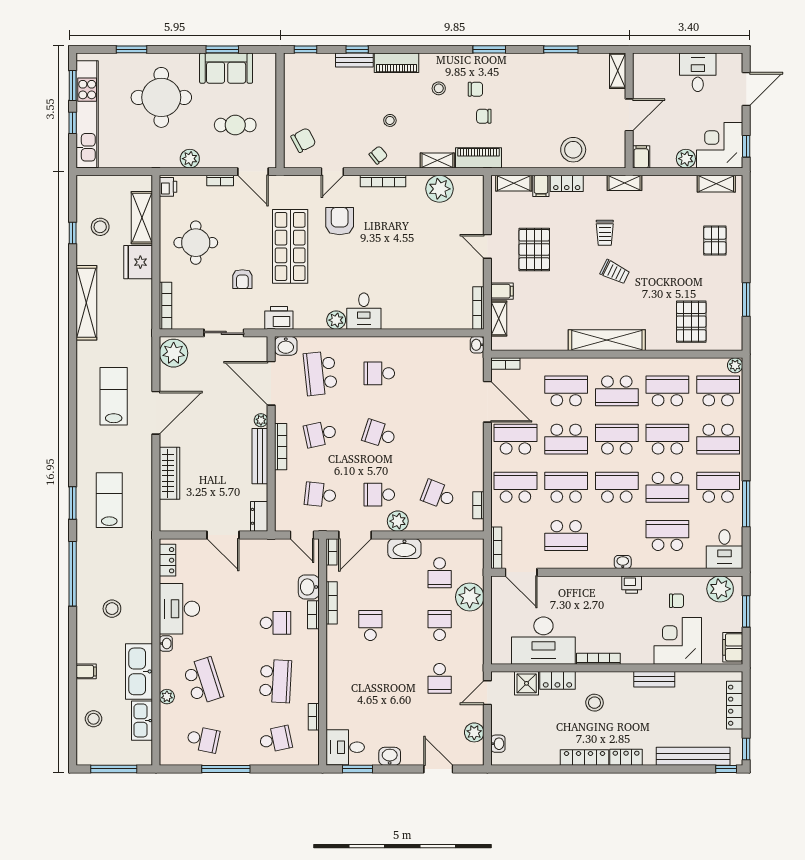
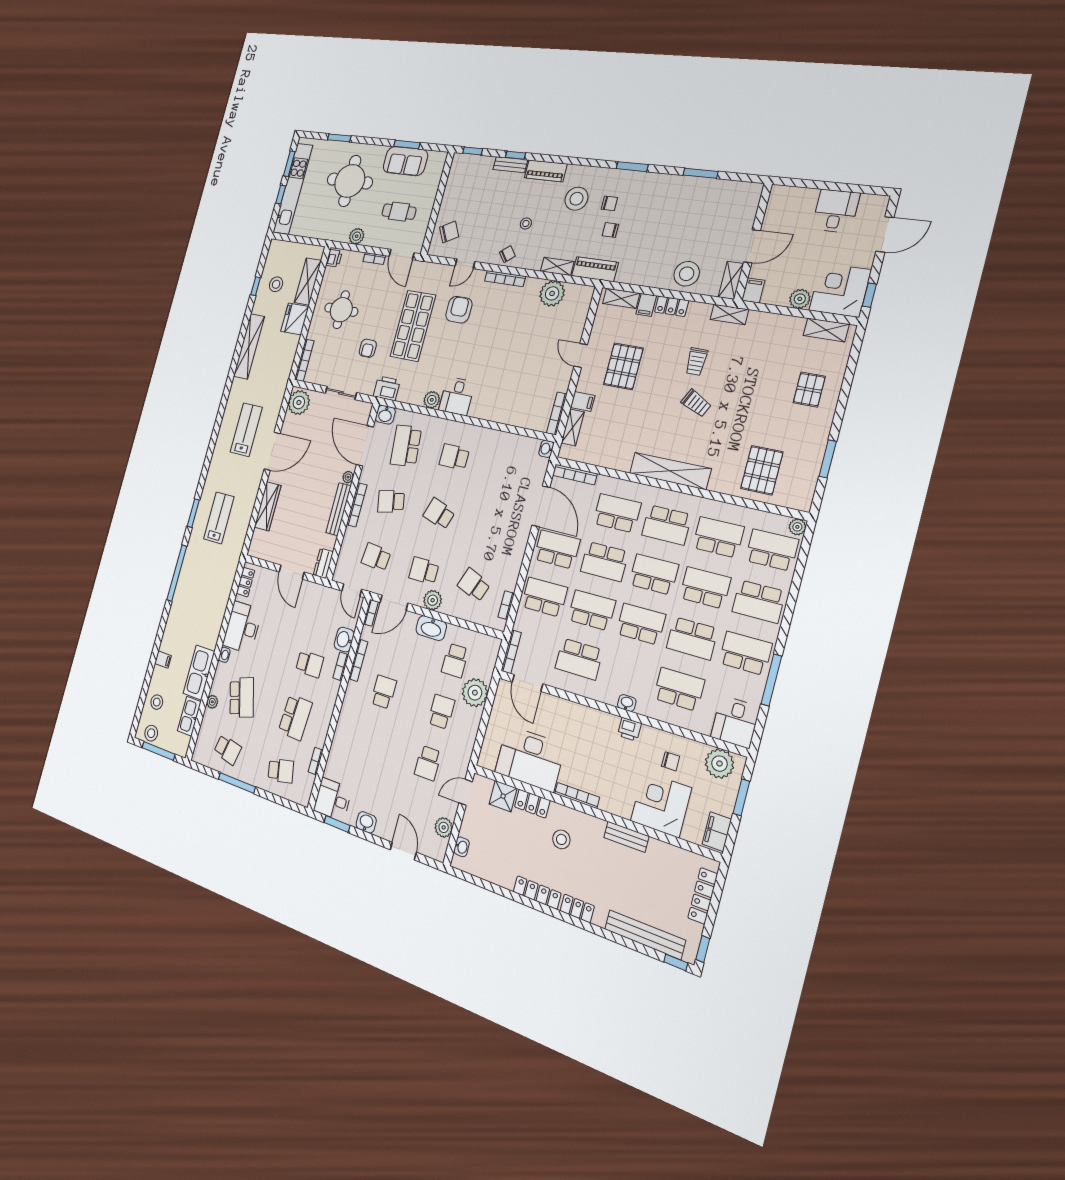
shelving: (618, 71) -> (731, 280), moved
stool: (439, 88) -> (576, 199), width x1.89, depth x1.89
bookcase: (505, 364) -> (575, 475), width x1.56
stool: (112, 609) -> (151, 733), moved

